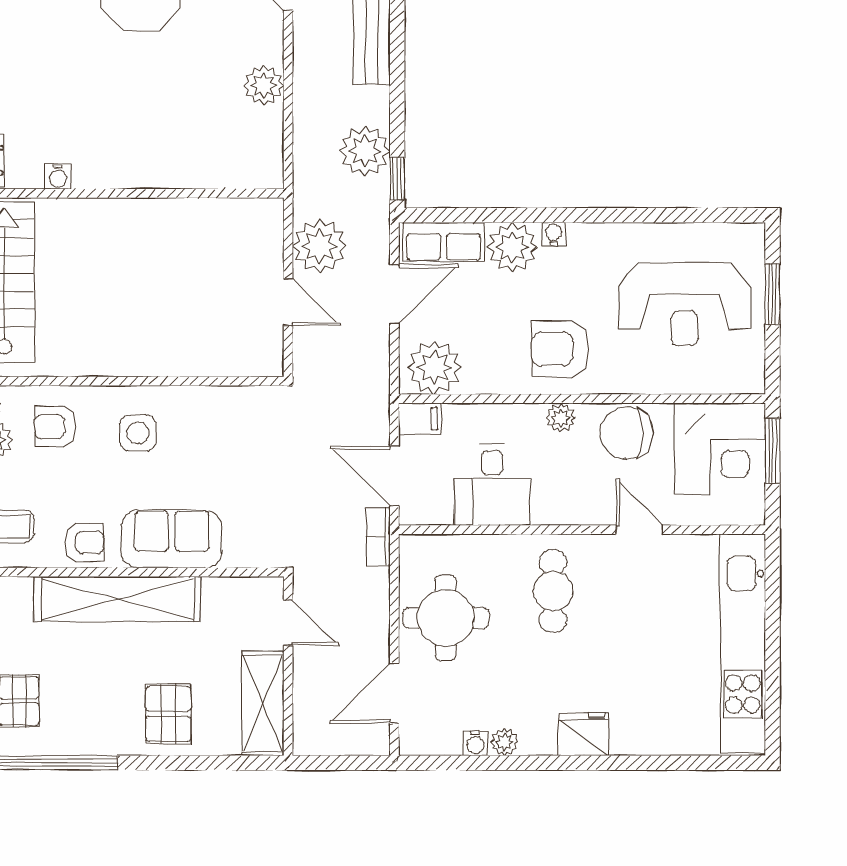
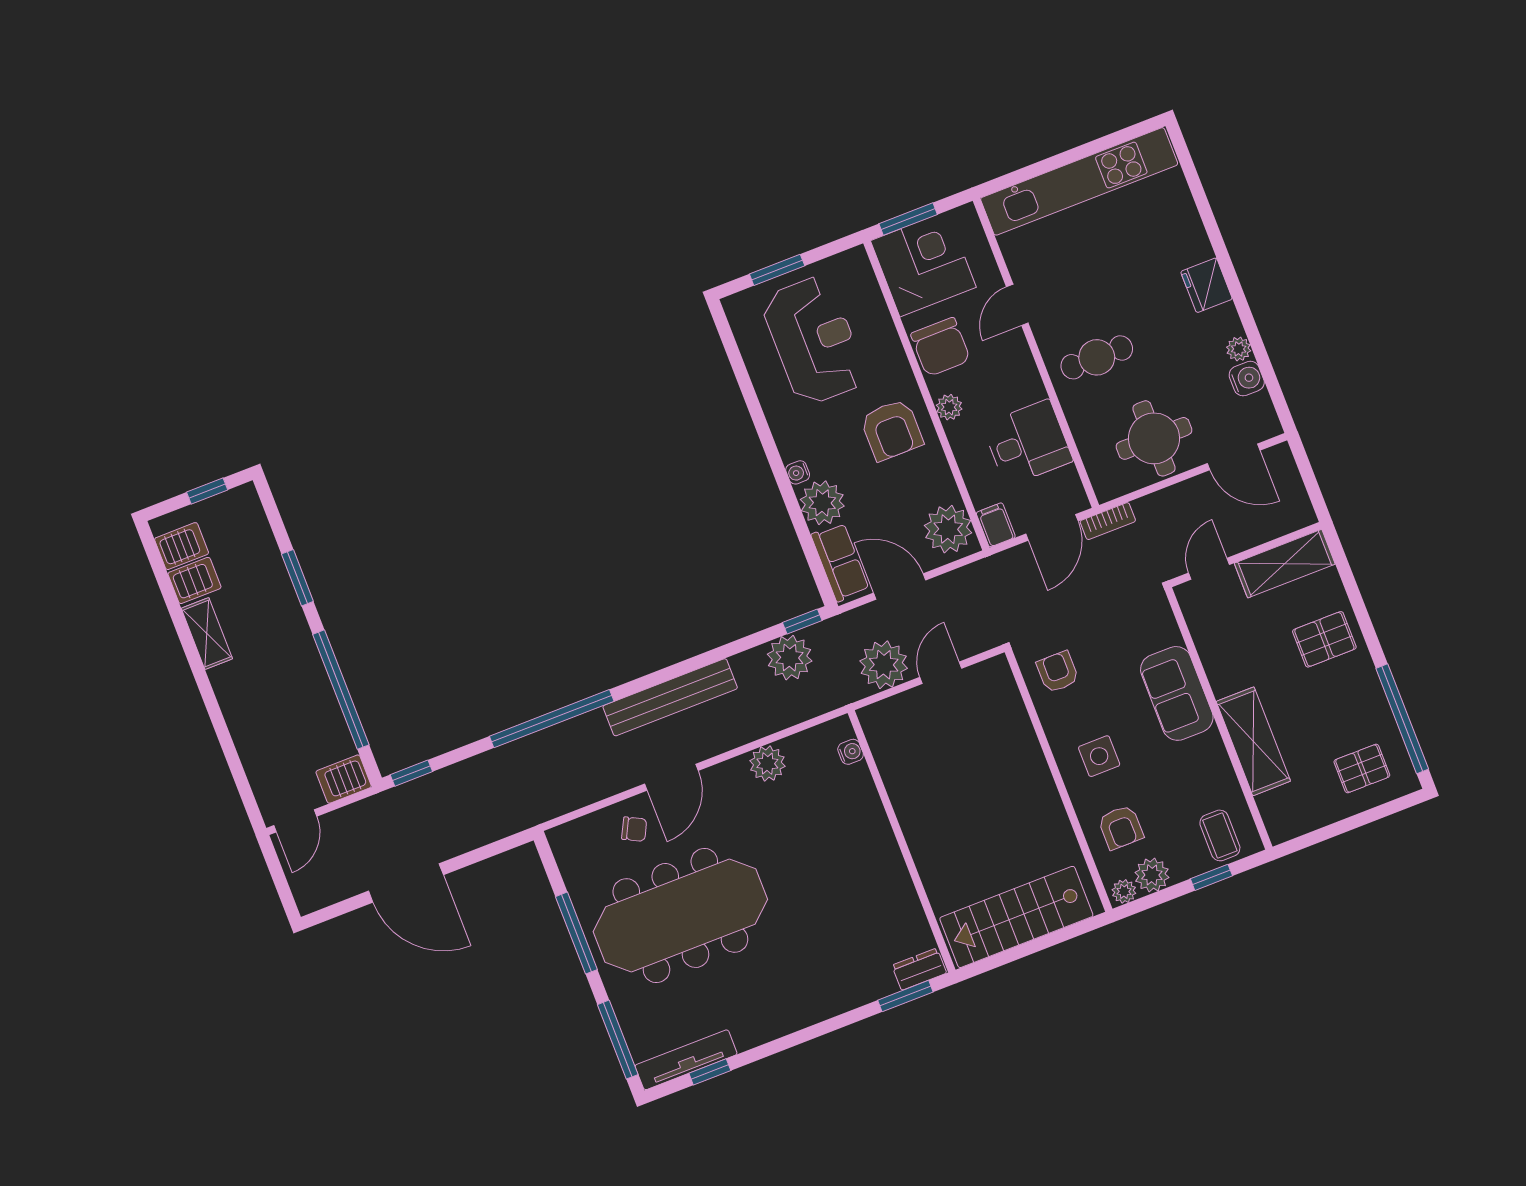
water cooler: (58, 177) -> (851, 752), moved
armchair: (84, 542) -> (1058, 672), moved
shelving: (117, 599) -> (1253, 741), width x0.68
water cooler: (475, 743) -> (1247, 379), width x1.38, depth x1.38

